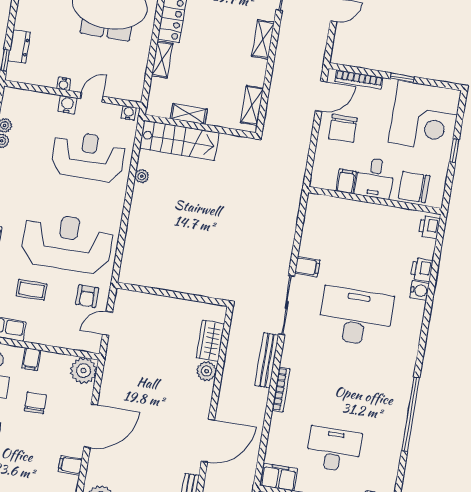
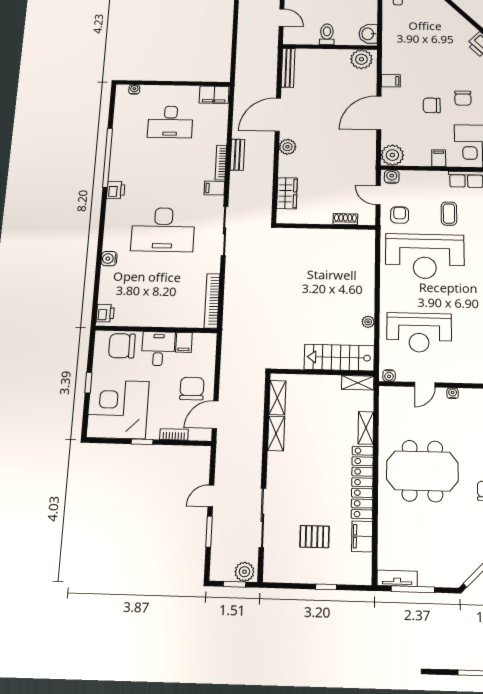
shelving: (263, 39) -> (276, 433), moved
bookcase: (359, 79) -> (174, 434), width x0.64
water cooler: (67, 105) -> (392, 177), moved, turned 180
shelving: (189, 114) -> (358, 383), moved
chair: (414, 187) -> (122, 346), turned 180
bookcase: (310, 225) -> (212, 301), added
filing cabinet: (307, 267) -> (214, 188), moved
printer: (422, 270) -> (116, 190), moved
coffee table: (32, 290) -> (449, 214), turned 90
shoe rack: (149, 300) -> (345, 219), added
door: (108, 323) -> (378, 195), swing flipped
bench: (267, 360) -> (237, 155), moved, width x0.73
plant: (207, 371) -> (287, 147), moved
chair: (35, 403) -> (432, 105), moved, turned 90

